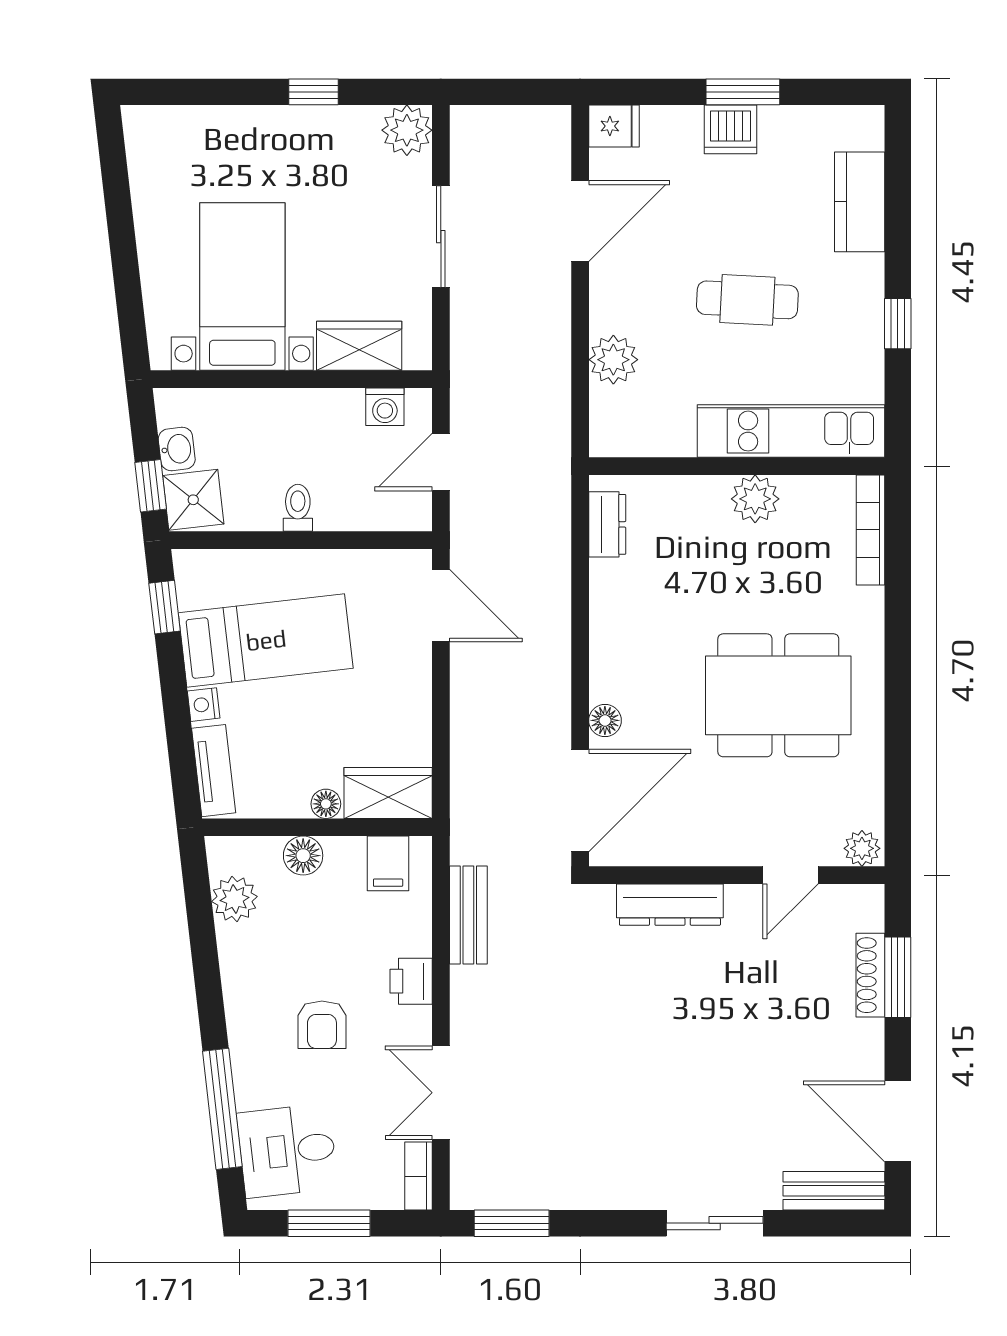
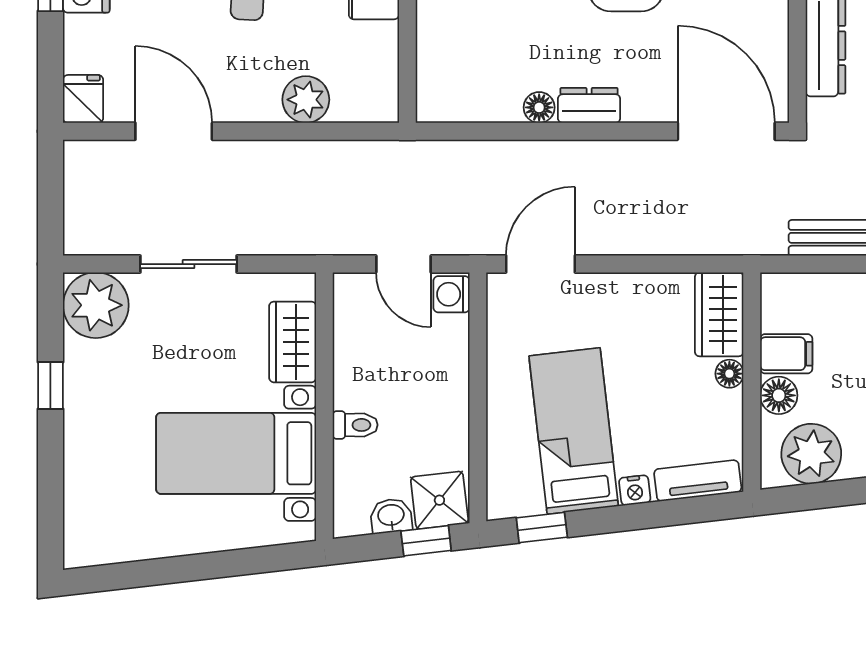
plant: (407, 130) -> (96, 305), width x1.36, depth x1.36
washing machine: (385, 407) -> (452, 294), moved, turned 180
toilet: (298, 508) -> (355, 425), moved, turned 180
dresser: (607, 524) -> (589, 105), moved
floor lamp: (605, 720) -> (539, 107), moved
filing cabinet: (388, 863) -> (786, 354), moved
plant: (235, 899) -> (811, 454), width x1.36, depth x1.36

